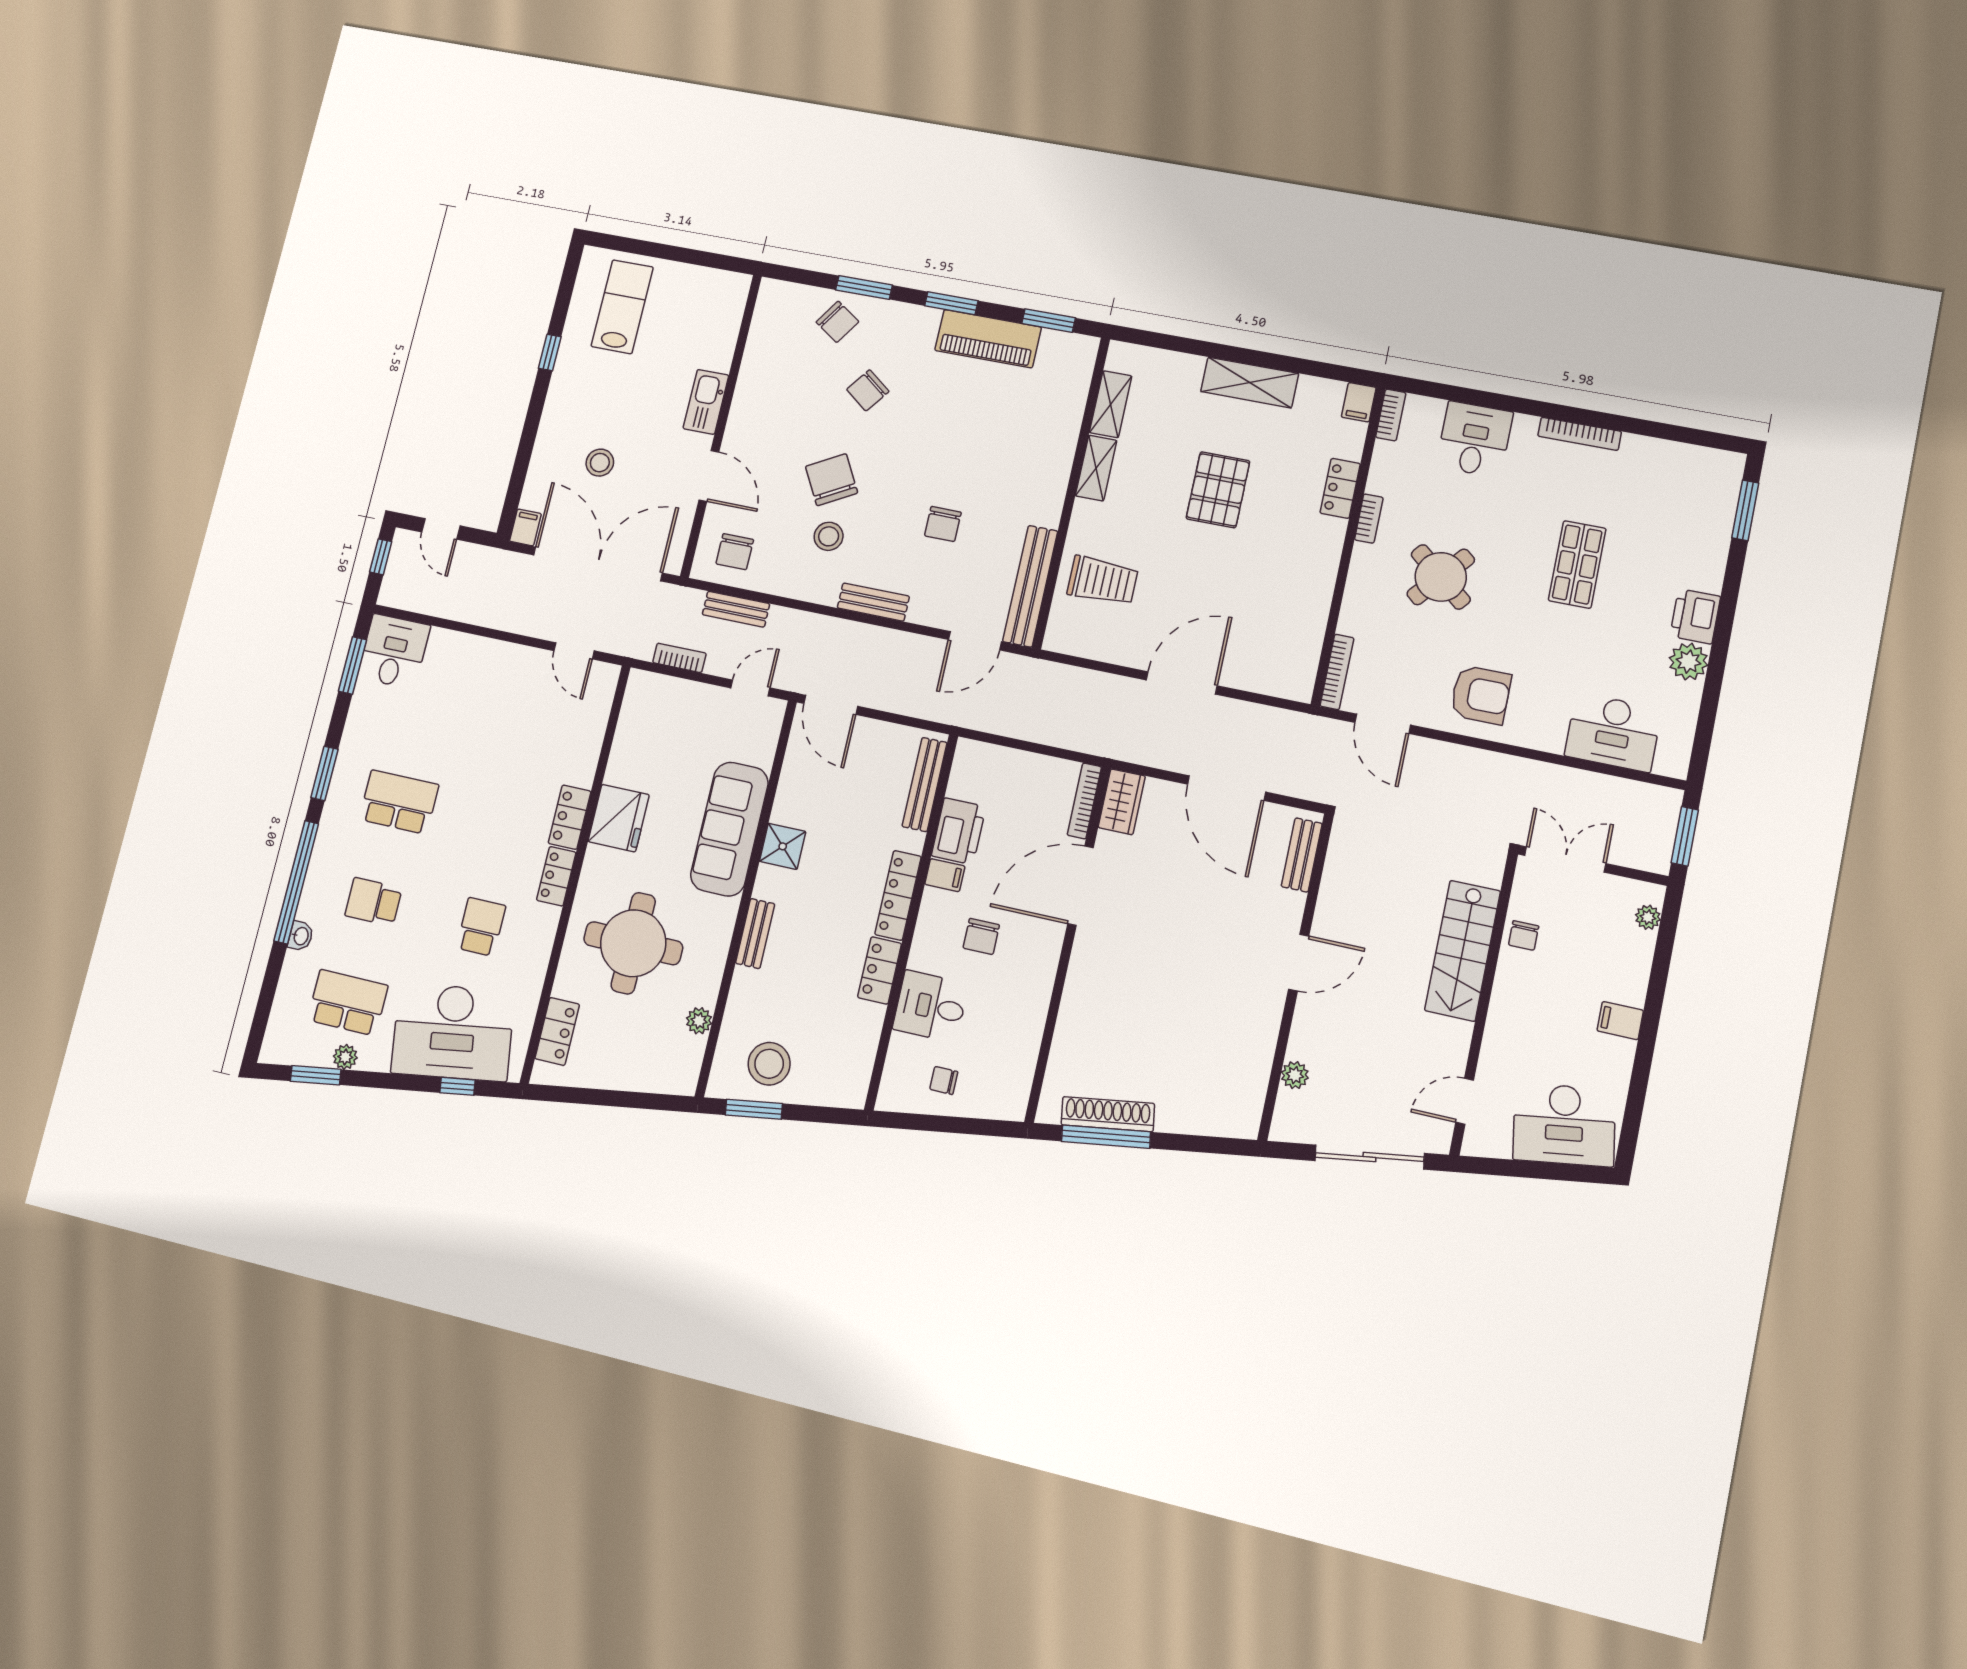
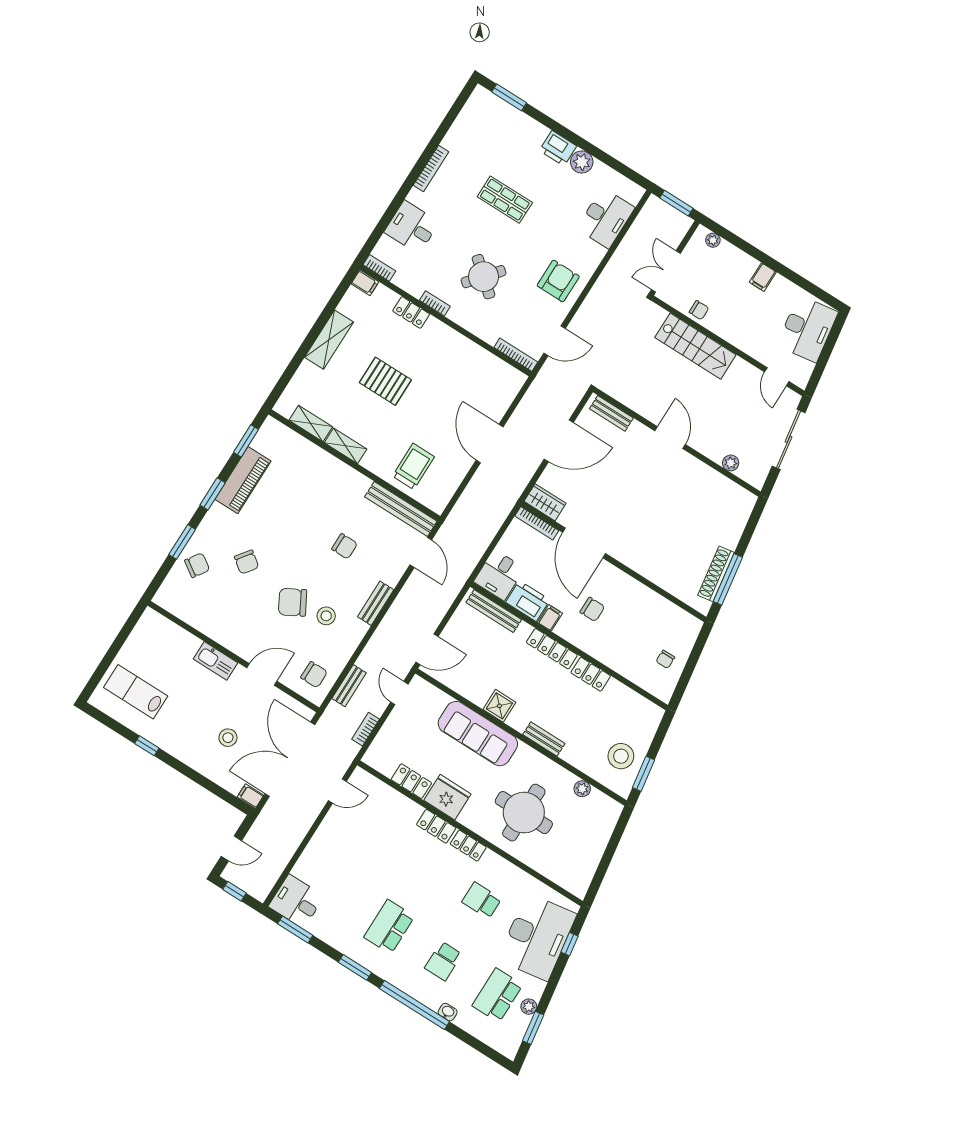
desk: (931, 1006) -> (499, 575), moved
locker: (557, 1031) -> (411, 781), moved

